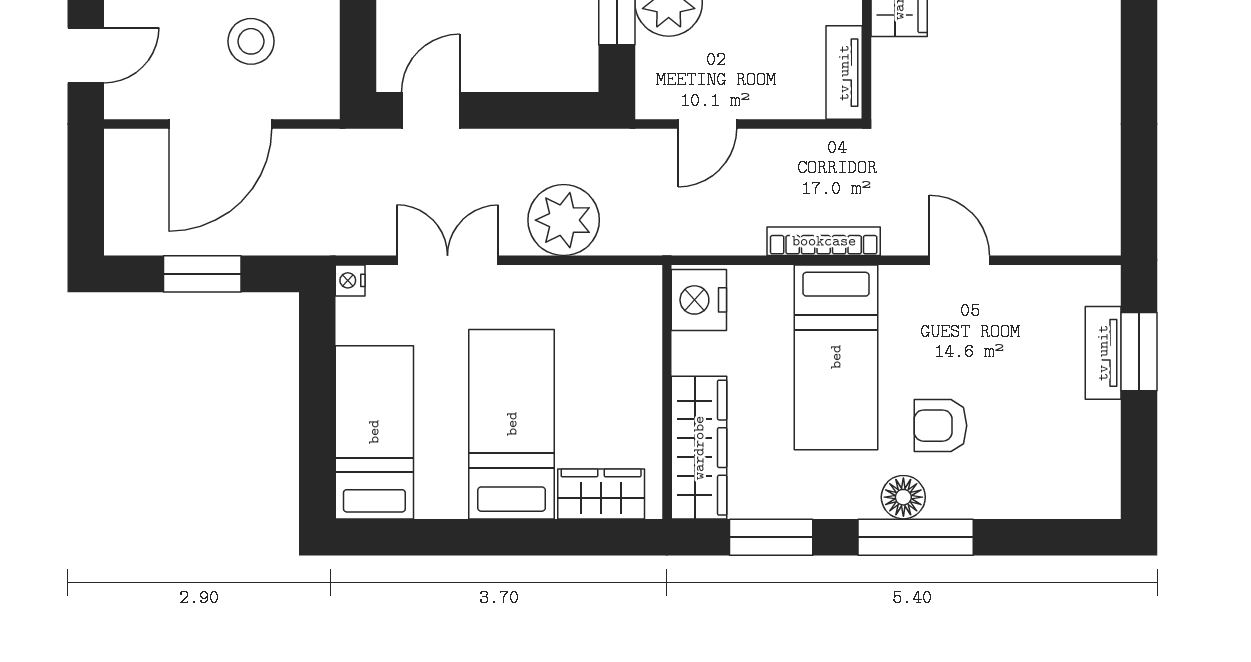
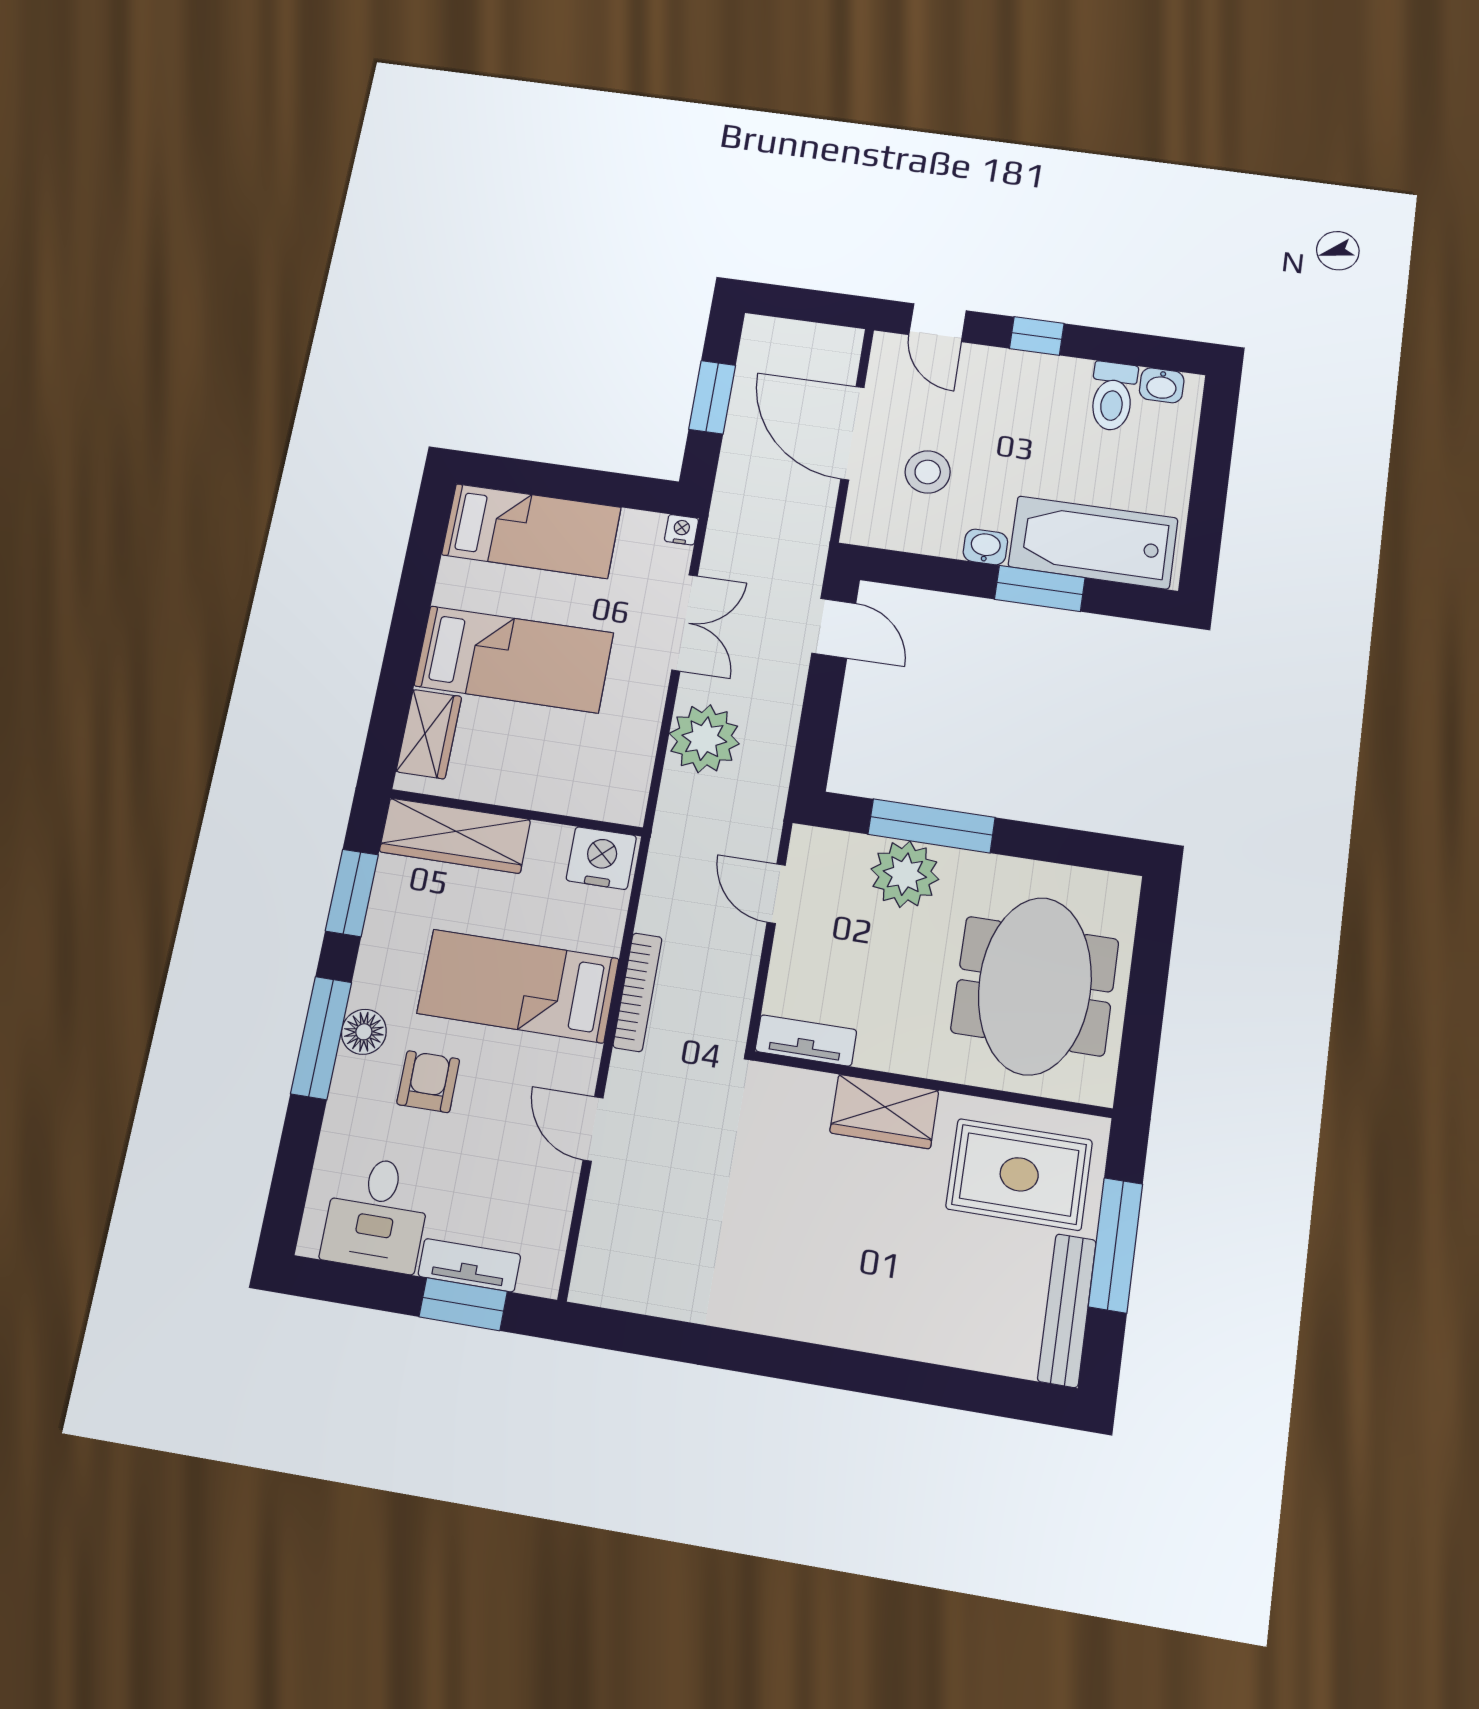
door: (959, 260) -> (593, 1129), swing flipped
desk: (1071, 449) -> (377, 1214), added

